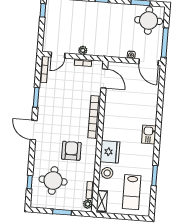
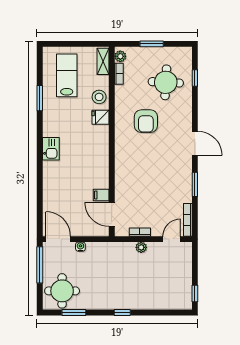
filing cabinet: (111, 95) -> (101, 195), added
bookcase: (94, 117) -> (121, 166), removed
fridge: (110, 152) -> (101, 117), width x0.53, depth x0.75

